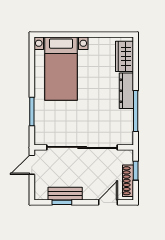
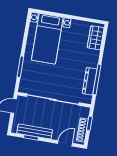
dresser: (126, 91) -> (90, 81), moved
bench: (65, 194) -> (35, 131), width x1.36

